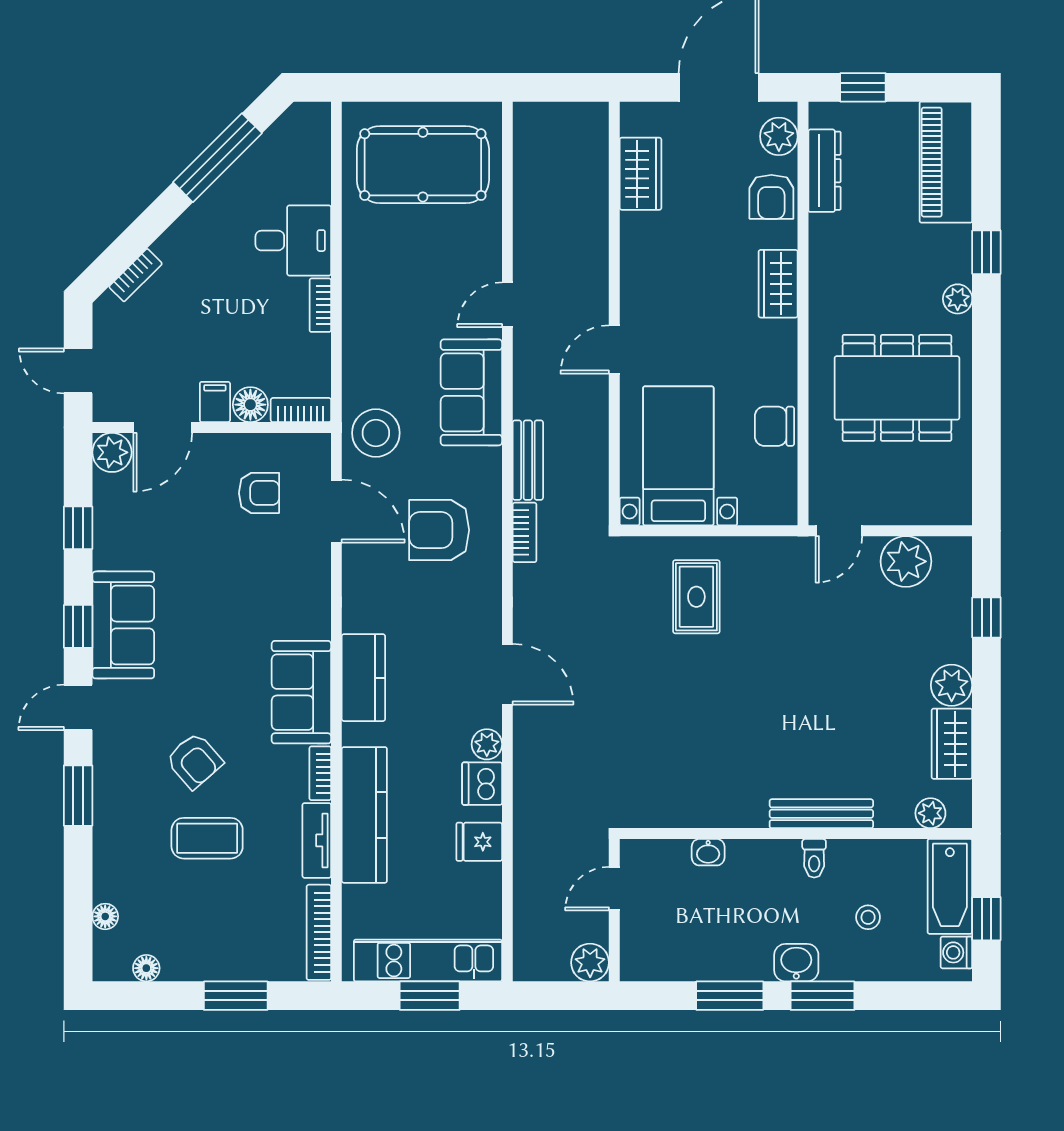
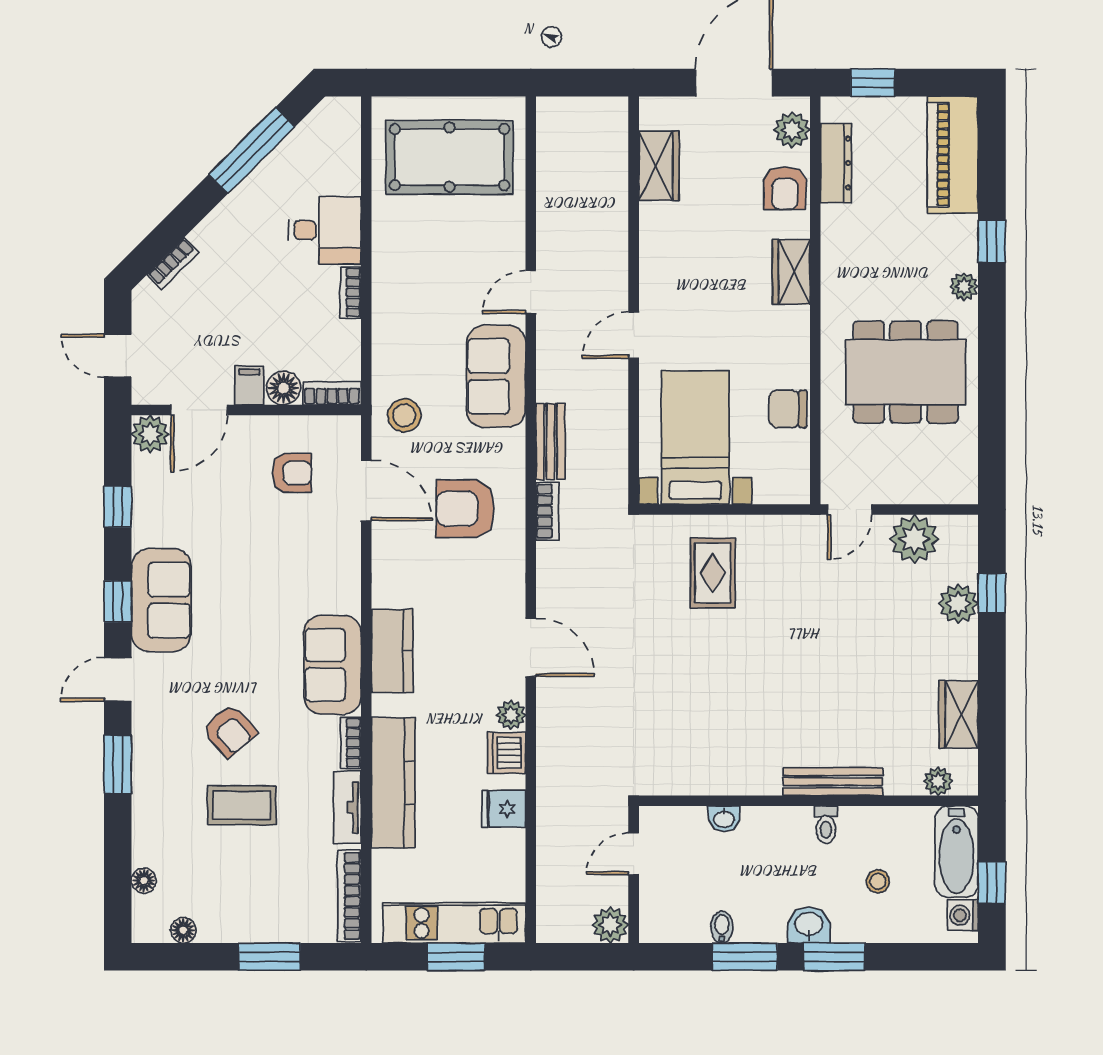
stool: (376, 433) -> (404, 415), width x0.73, depth x0.73
plant: (952, 685) -> (958, 604), moved
bidet: (706, 965) -> (722, 927), added

